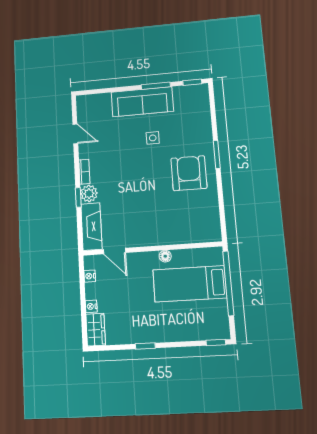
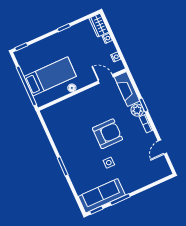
sofa: (142, 102) -> (102, 196), moved
door: (75, 134) -> (162, 147), hinge flipped
armchair: (189, 173) -> (108, 134), moved, turned -90

